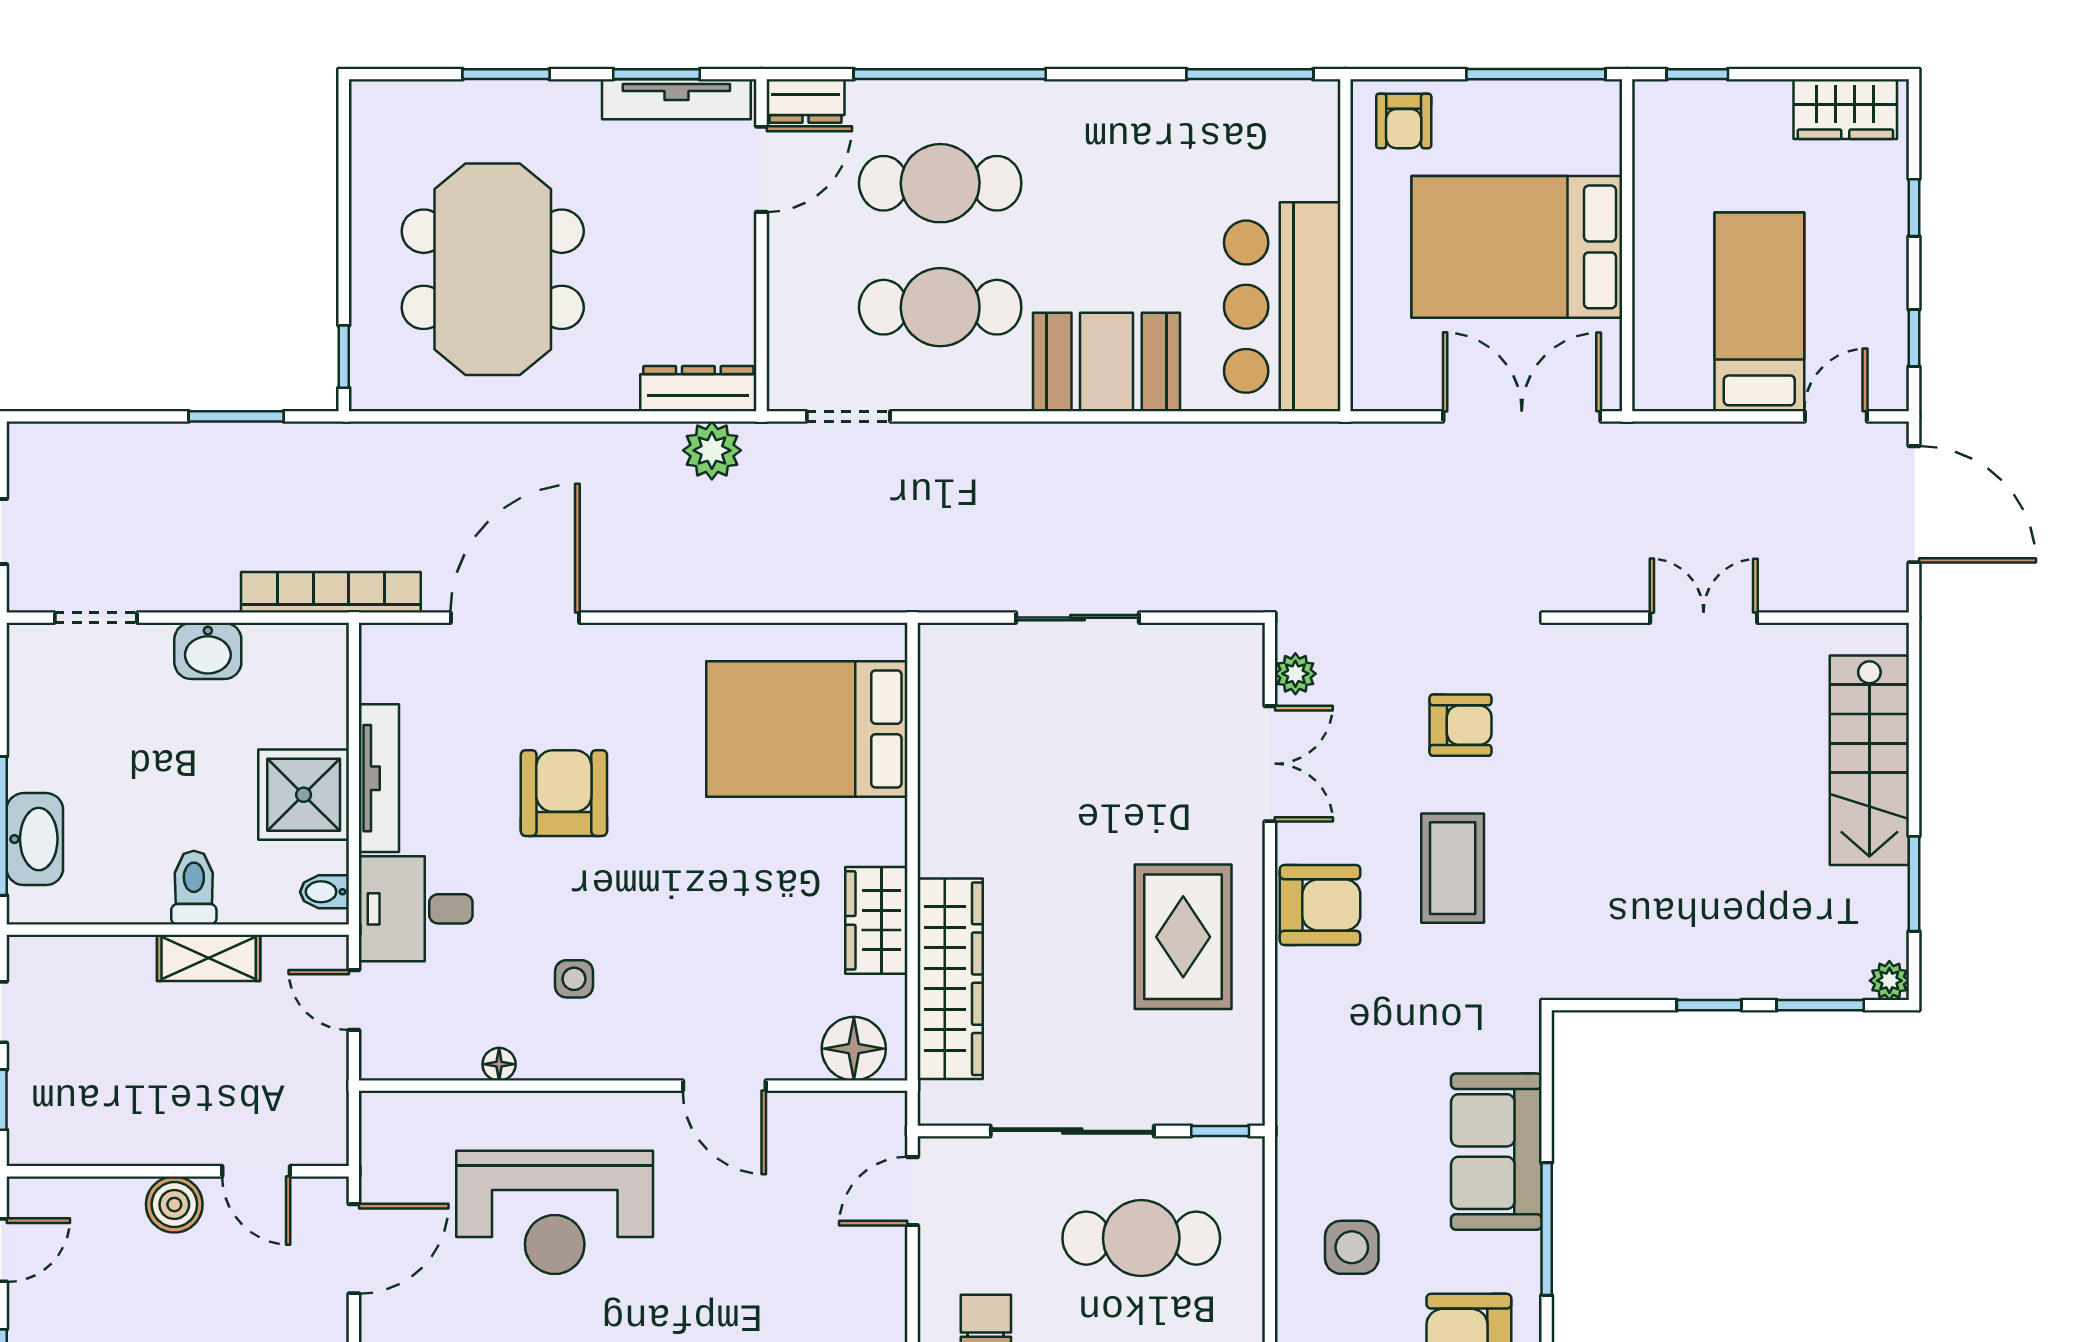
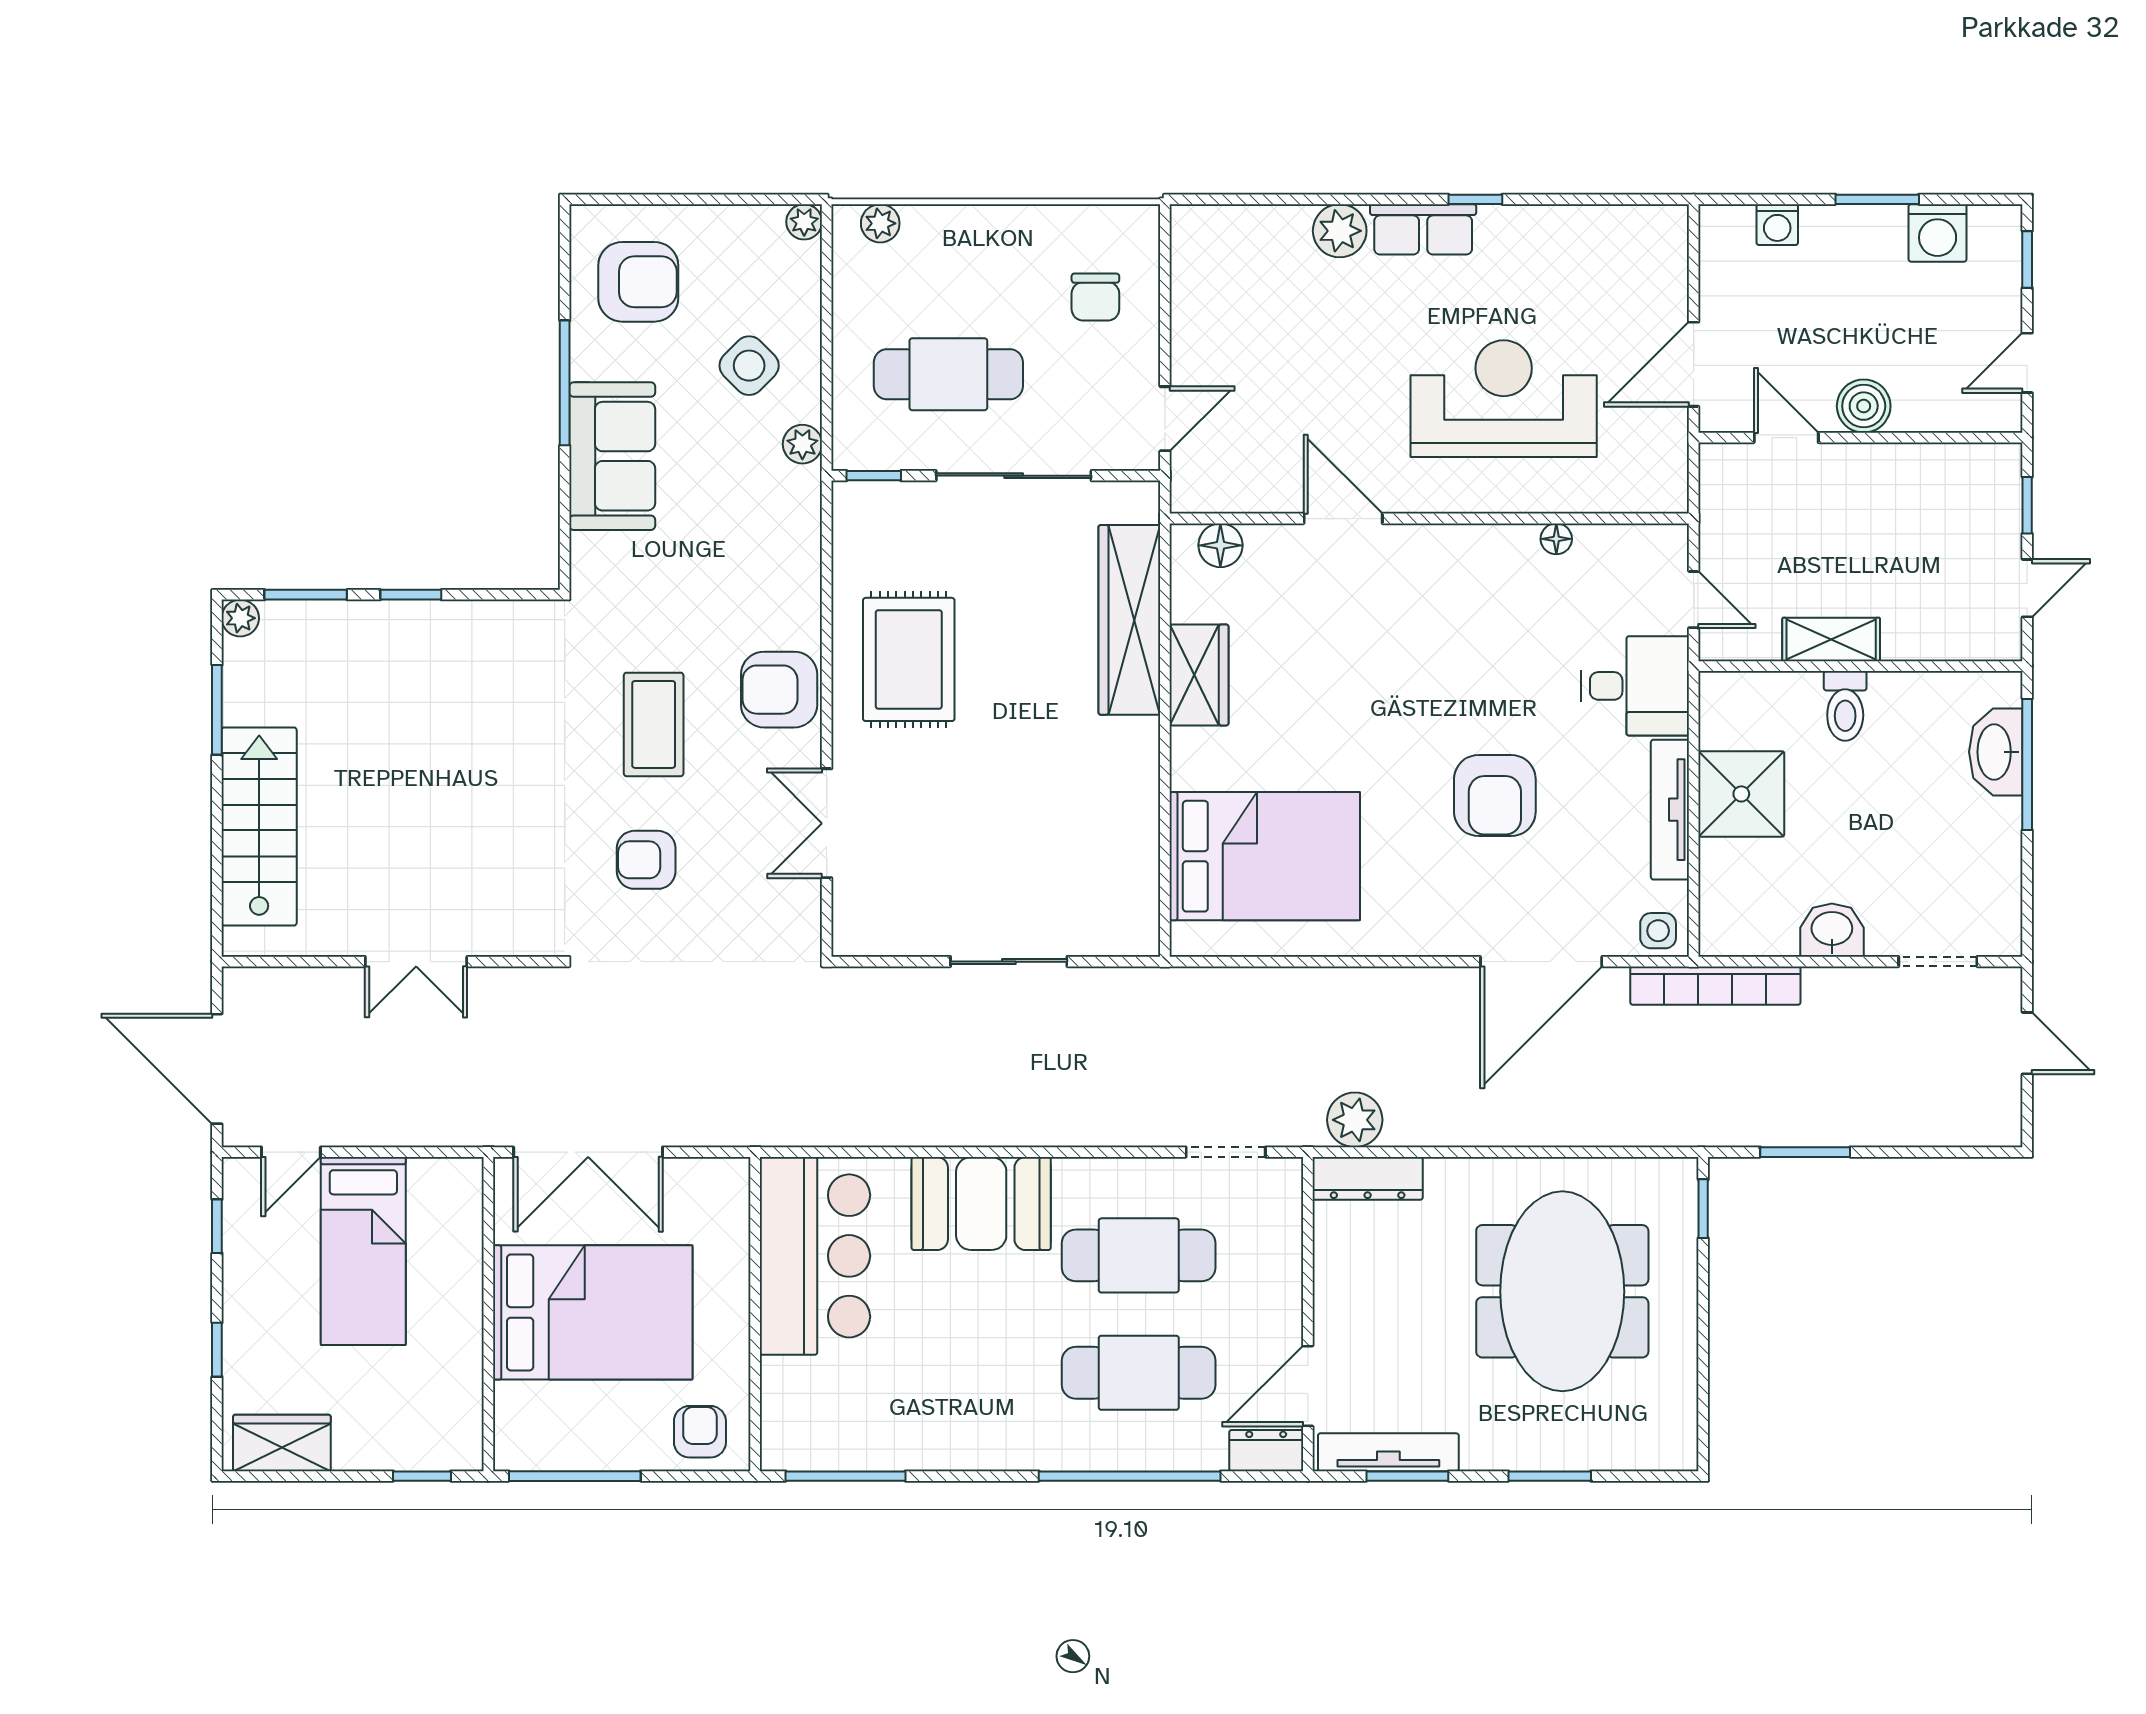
plant: (1295, 674) -> (802, 444), moved
bidet: (324, 892) -> (1722, 702), removed
side table: (574, 979) -> (1658, 931), moved
floor lamp: (854, 1049) -> (1220, 545), width x0.73, depth x0.73
side table: (1352, 1247) -> (749, 366), turned 45

